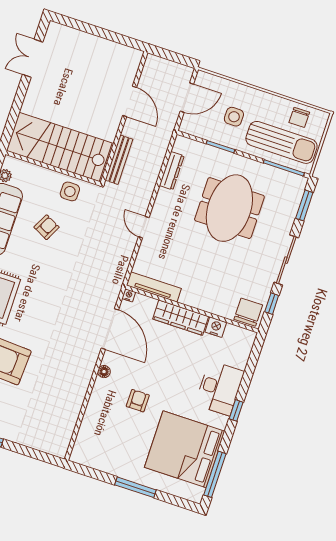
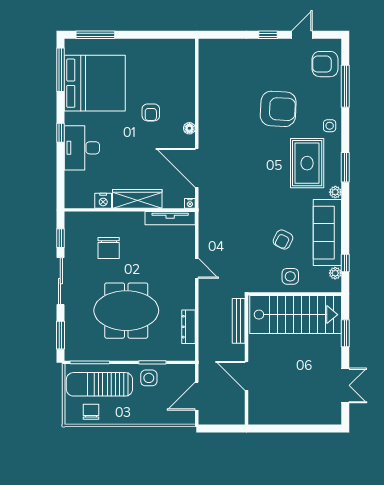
window: (15, 111) -> (345, 333), added
side table: (234, 117) -> (149, 378), moved
side table: (70, 191) -> (290, 276), moved
meeting table: (229, 208) -> (126, 311), turned 90
chair: (248, 312) -> (109, 248), moved
window: (135, 487) -> (95, 35), moved

